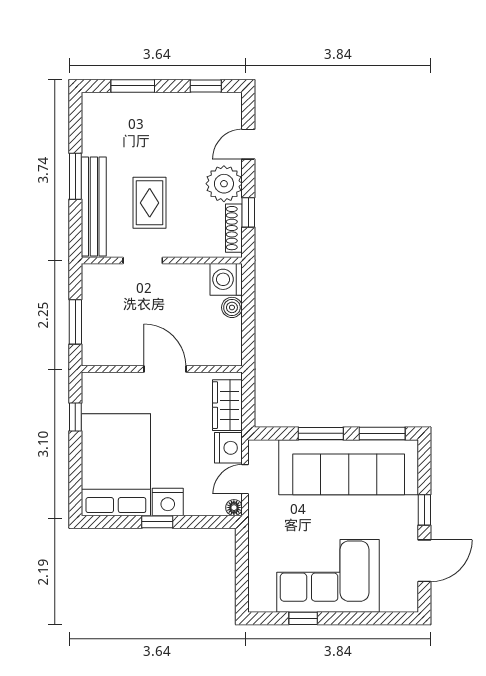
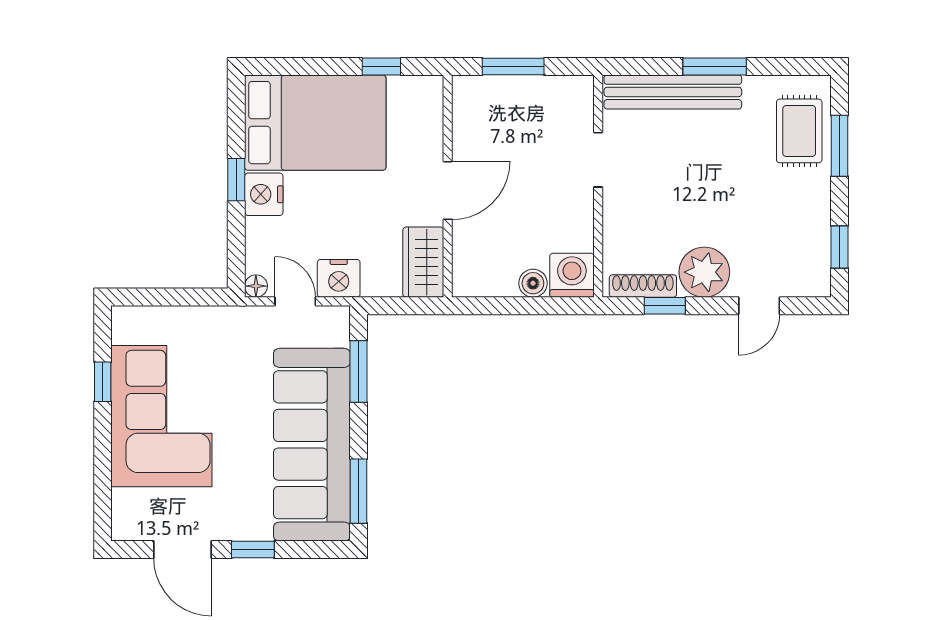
door: (248, 144) -> (759, 306), swing flipped
rug: (150, 203) -> (799, 131), moved, turned 90
wardrobe: (227, 405) -> (423, 262), moved, turned -90
window: (321, 433) -> (359, 371), moved

